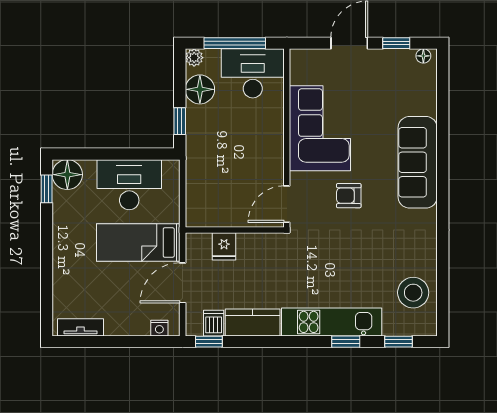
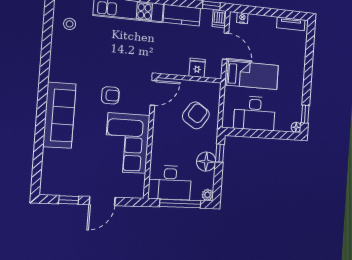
floor lamp: (423, 56) -> (50, 190), removed
floor lamp: (200, 89) -> (206, 162), moved
floor lamp: (67, 175) -> (296, 127), width x0.53, depth x0.53
armchair: (221, 175) -> (196, 115), added
door: (183, 283) -> (226, 46), hinge flipped
stool: (413, 293) -> (70, 24), width x0.53, depth x0.53
dishwasher: (214, 323) -> (219, 19), moved

